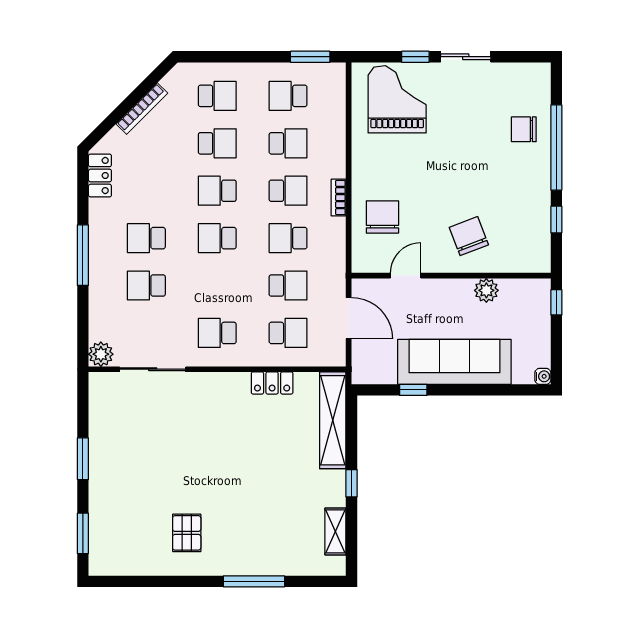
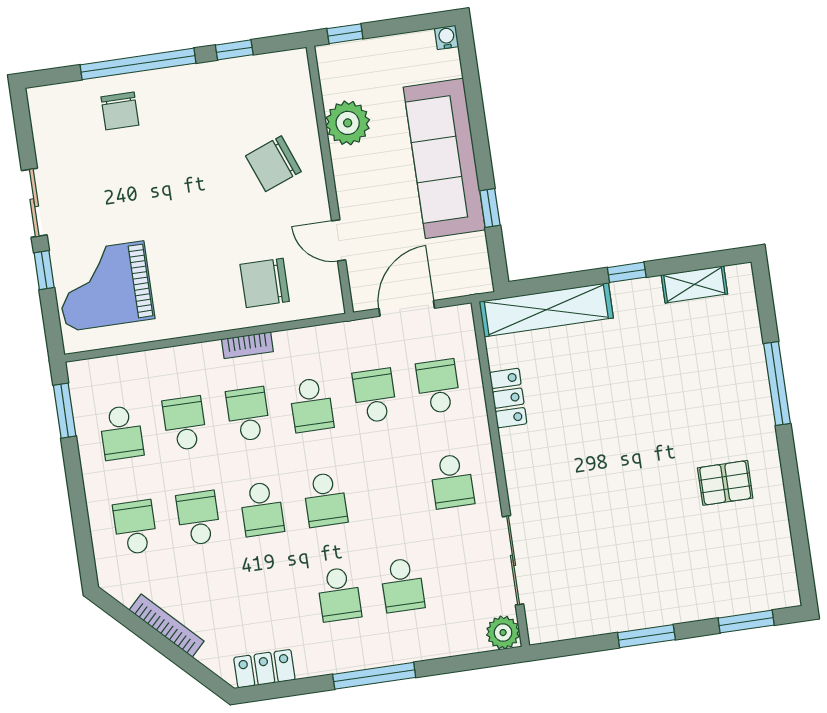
plant: (486, 290) -> (348, 123), width x1.36, depth x1.36

